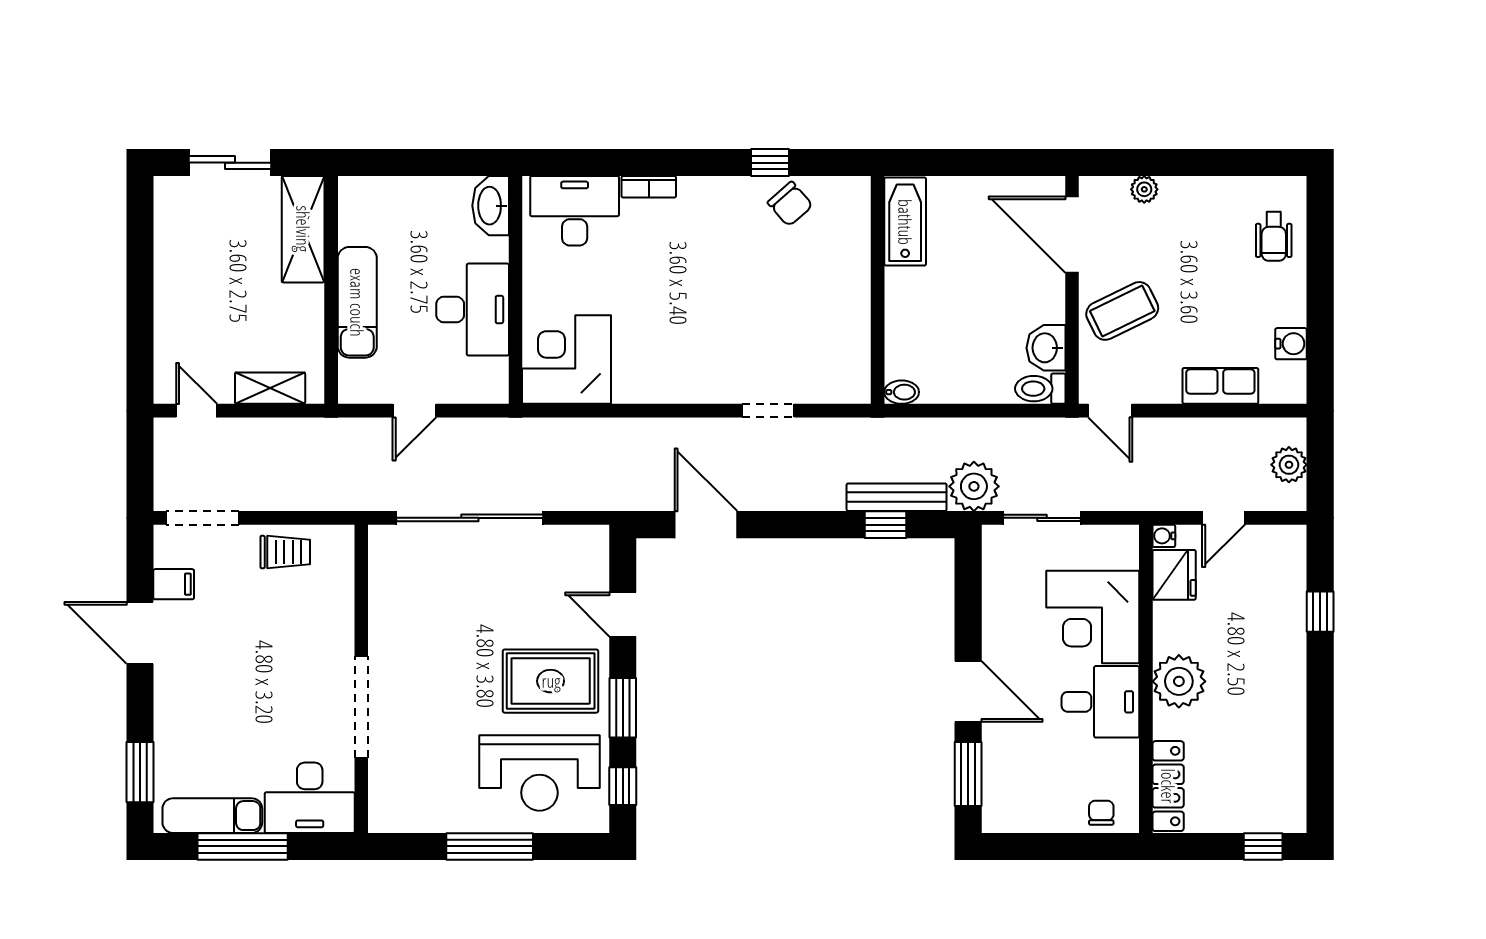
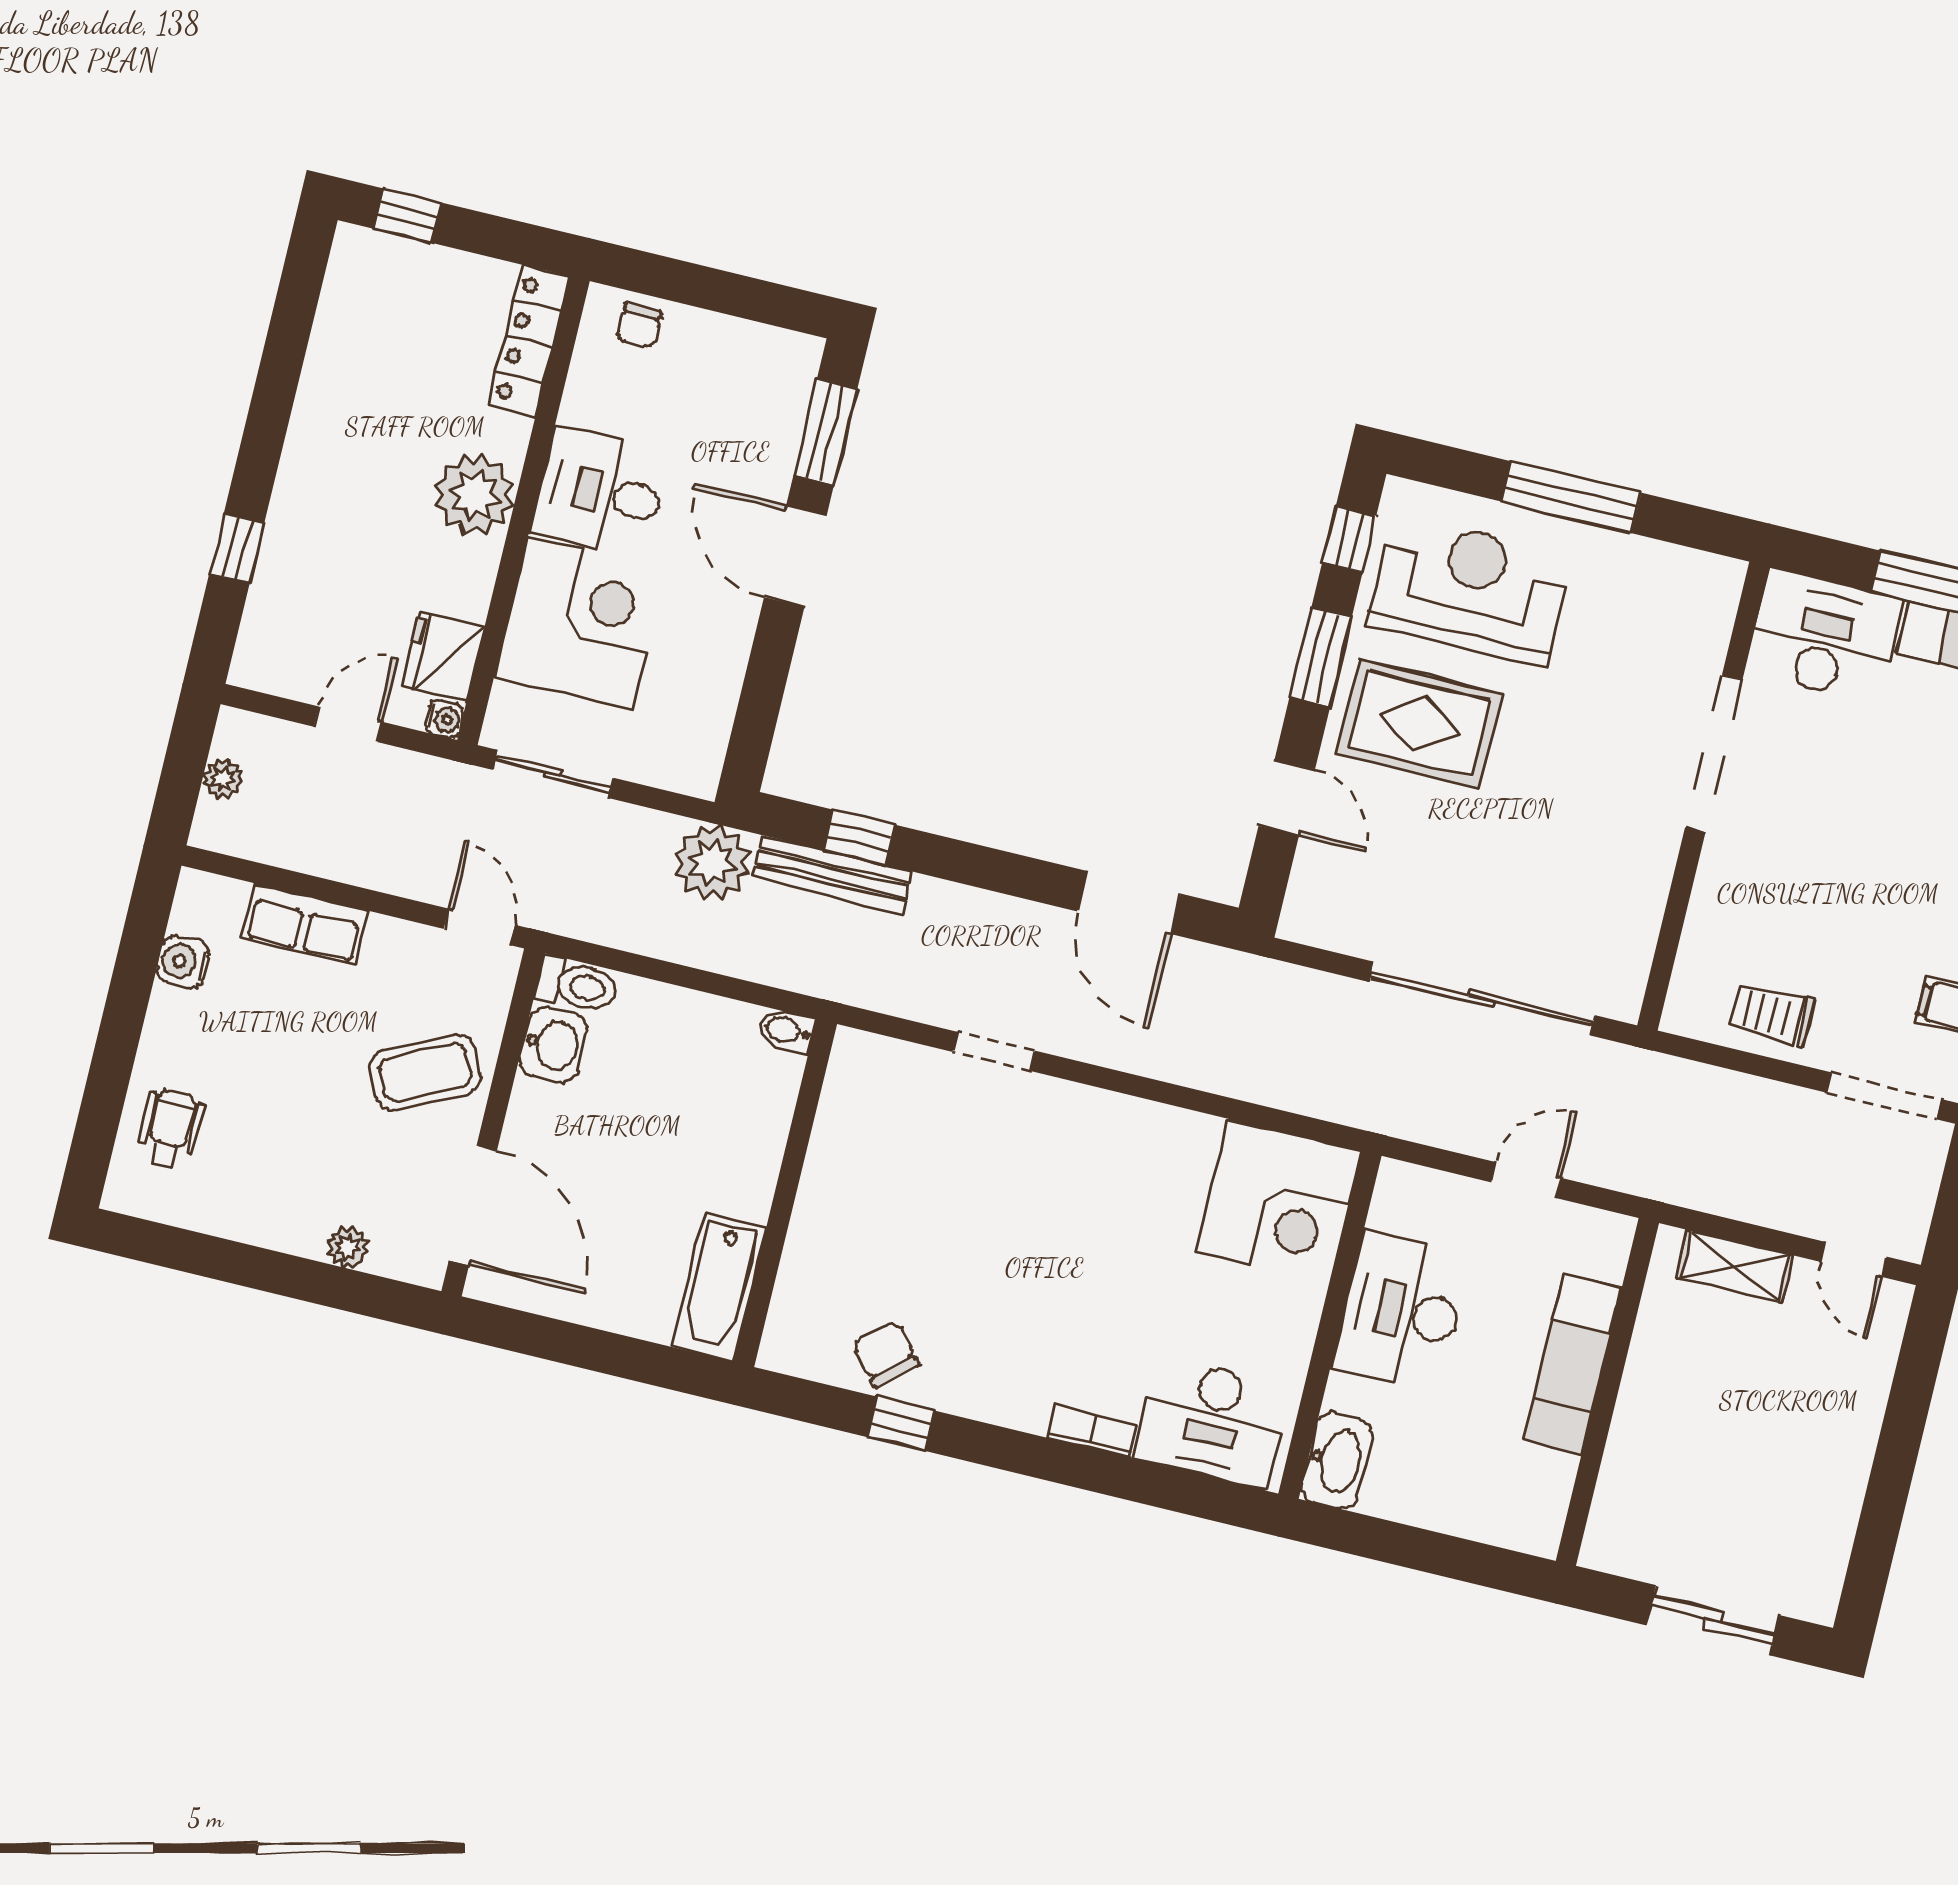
shelving: (303, 229) -> (1627, 1493), removed
plant: (1289, 465) -> (223, 779), width x0.73, depth x0.73
sliding door: (1042, 518) -> (553, 774), moved

